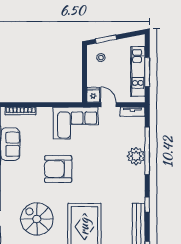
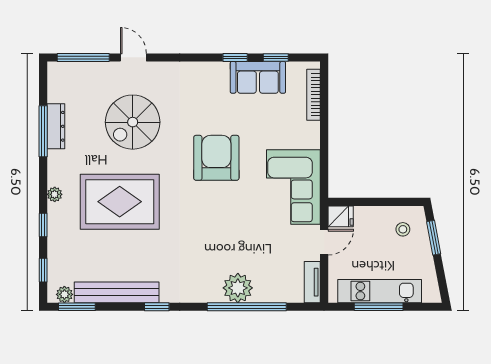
spiral stairs: (37, 219) -> (133, 122), turned 180

